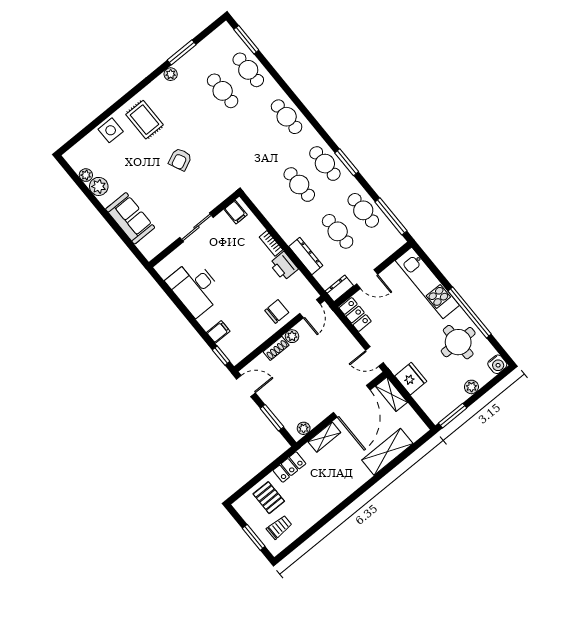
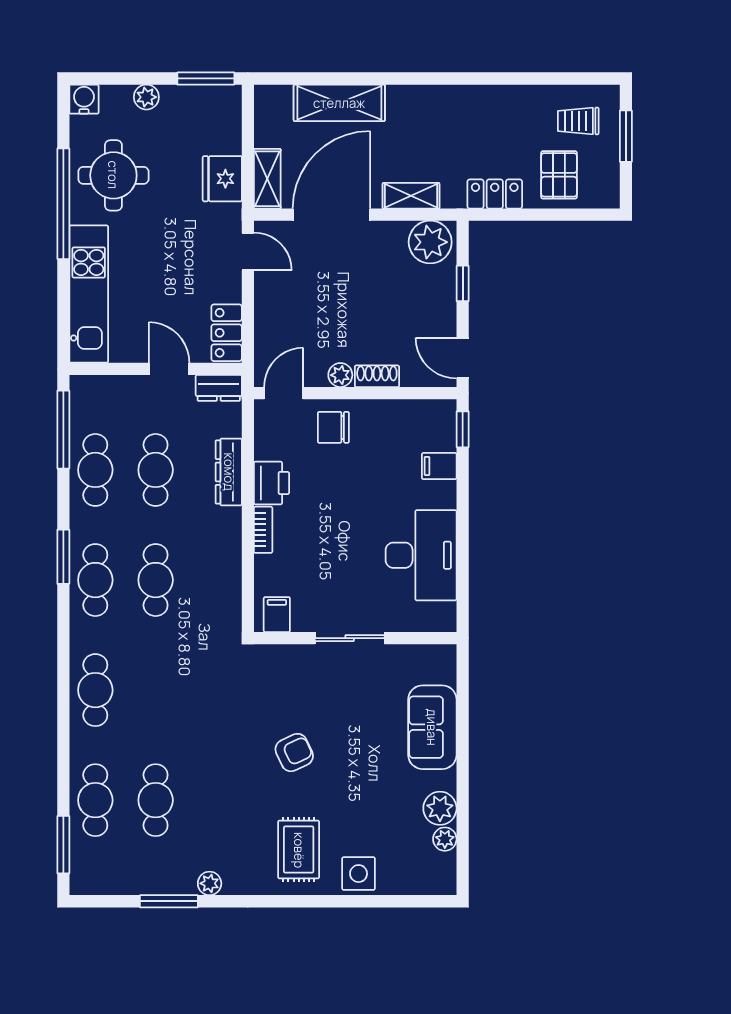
window: (272, 418) -> (463, 283), width x0.67
plant: (304, 428) -> (430, 242), width x1.88, depth x1.88

